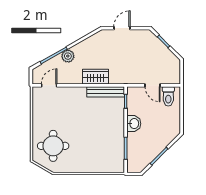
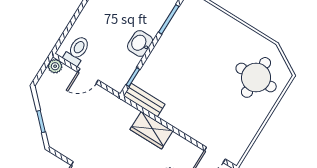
plant: (176, 79) -> (55, 66), added
door: (153, 85) -> (88, 76), swing flipped
bench: (106, 92) -> (144, 100), width x0.73

